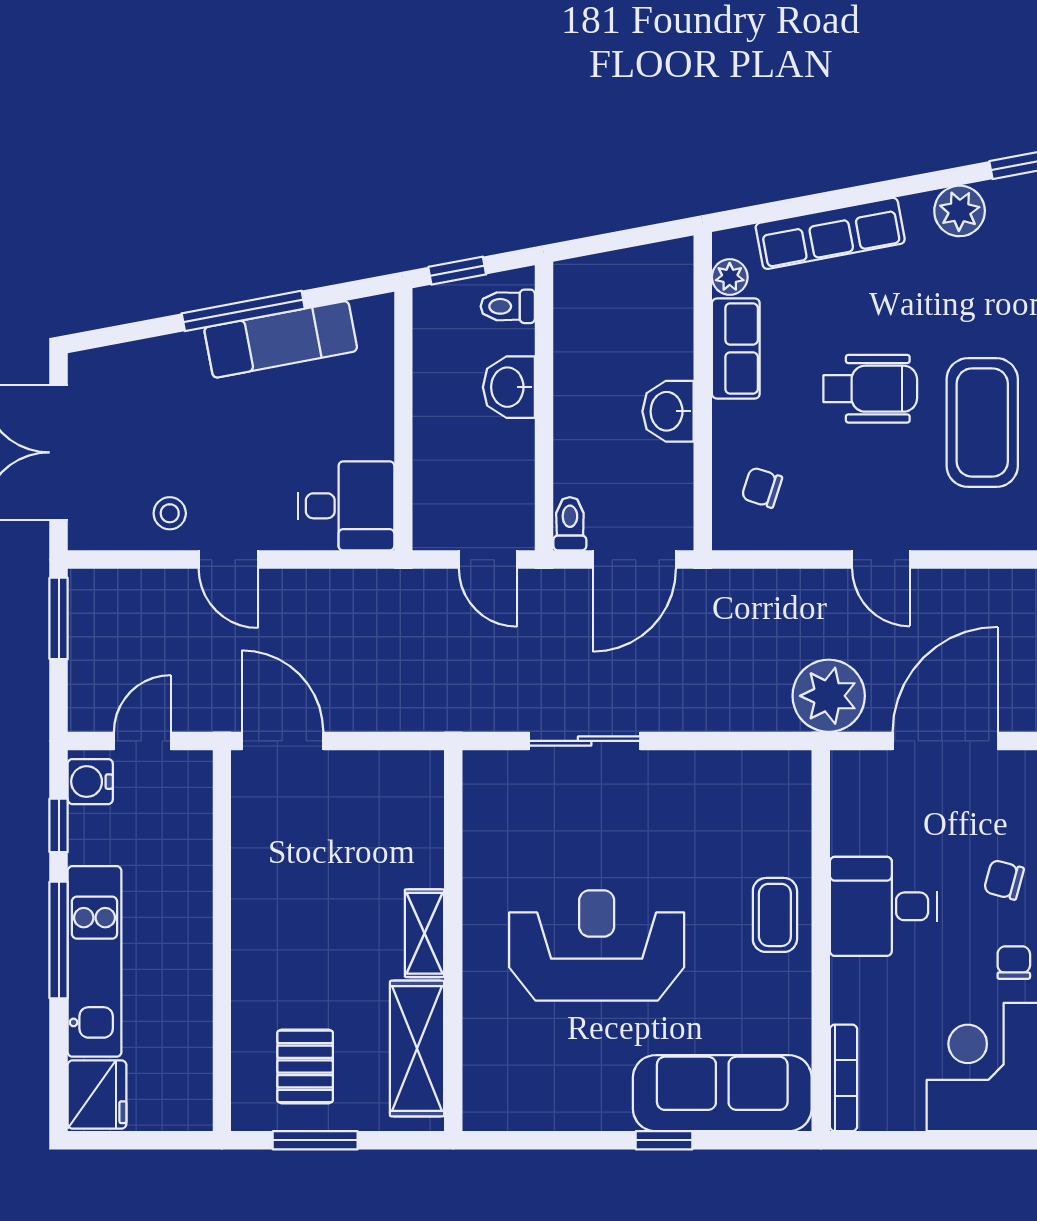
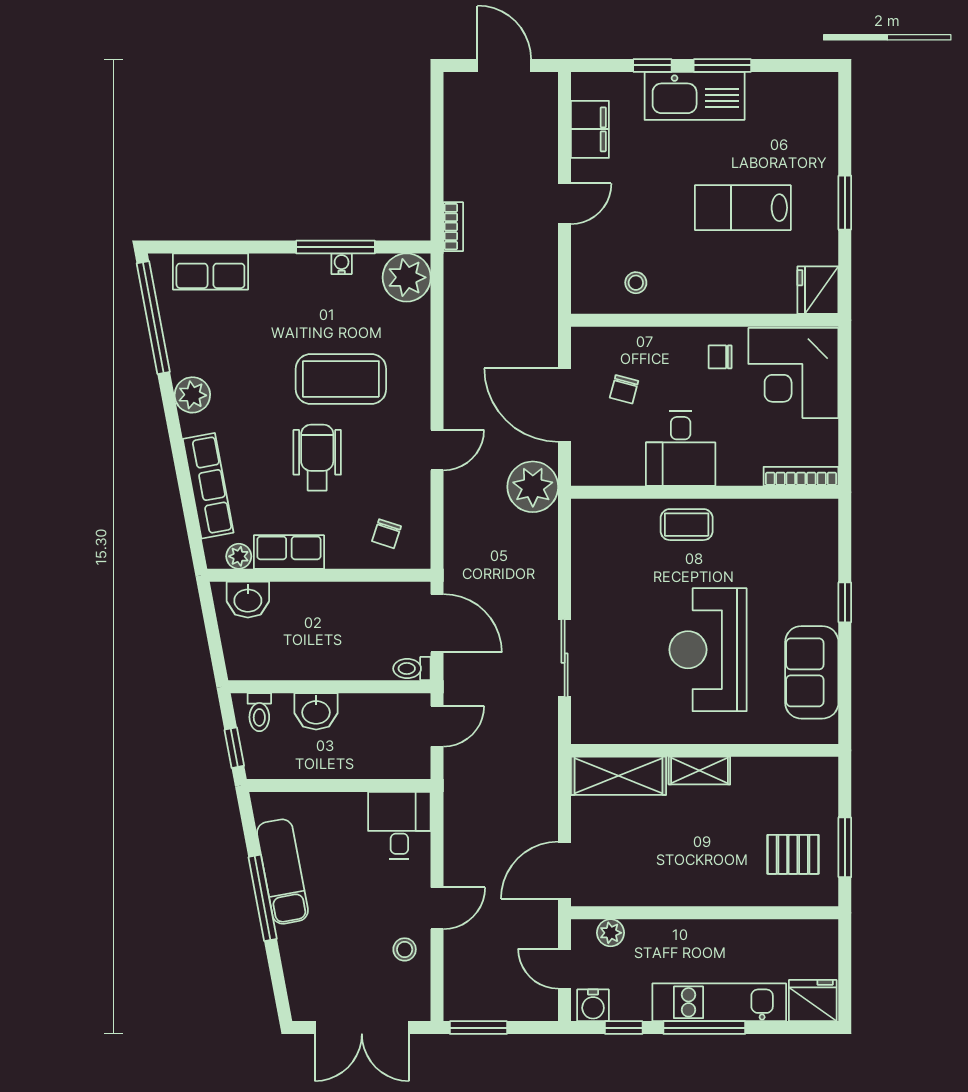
washbasin: (668, 411) -> (248, 600), moved
plant: (194, 807) -> (611, 933), added
chair: (1004, 880) -> (624, 389), moved
shelving: (417, 1049) -> (619, 776), moved
sofa: (722, 1093) -> (812, 672), moved, width x0.73

